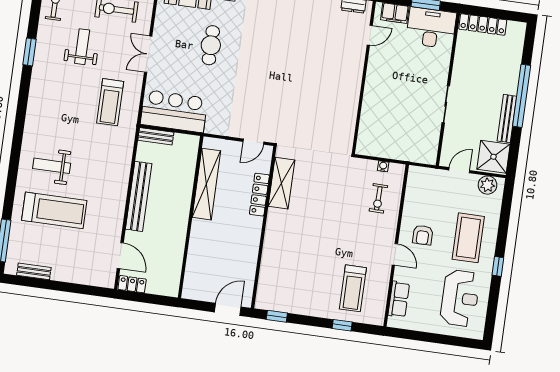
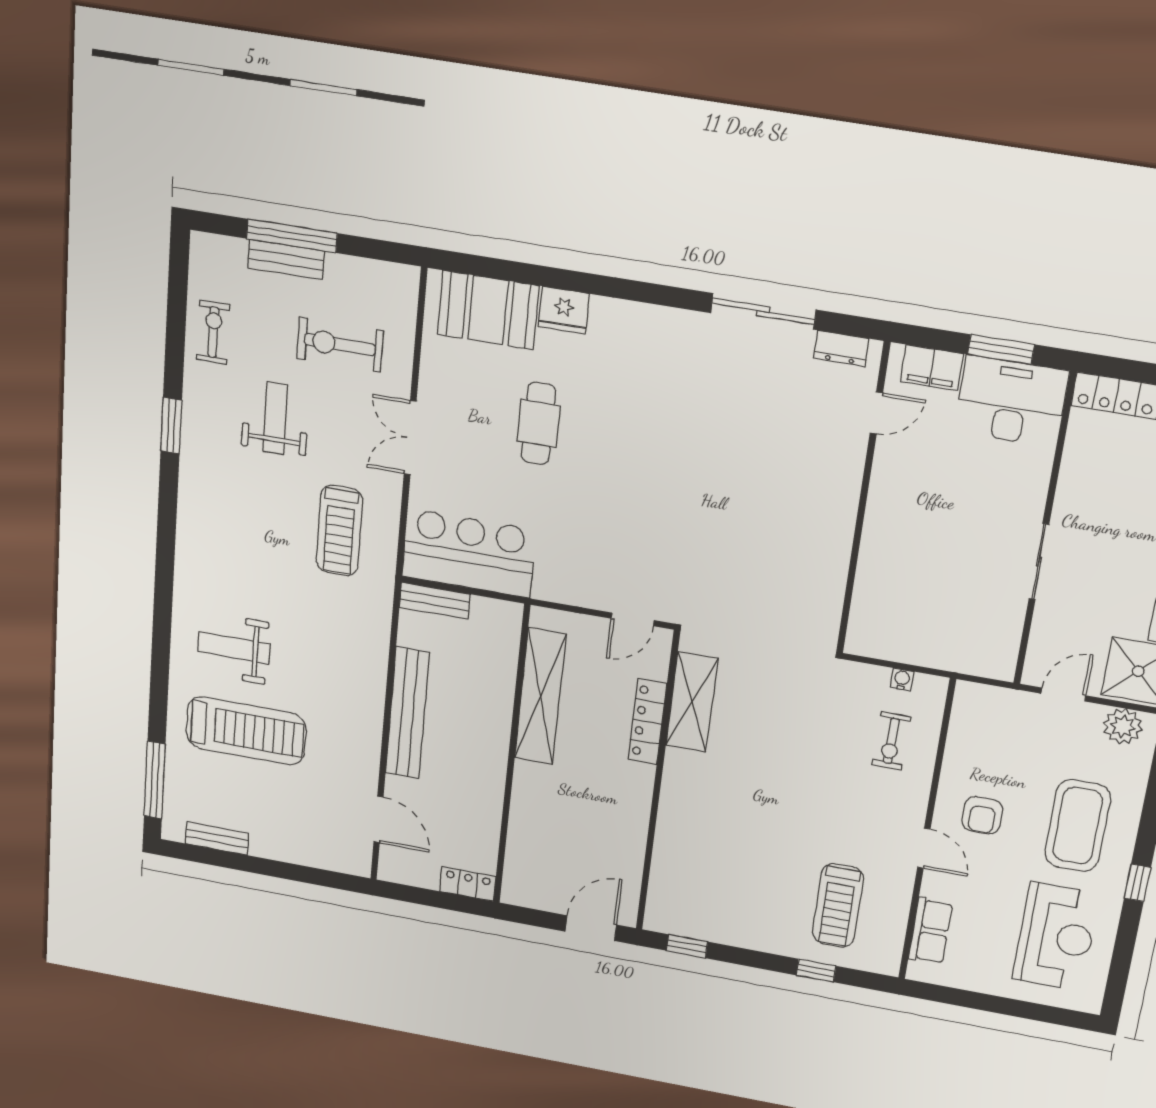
locker: (132, 284) -> (468, 884), moved

